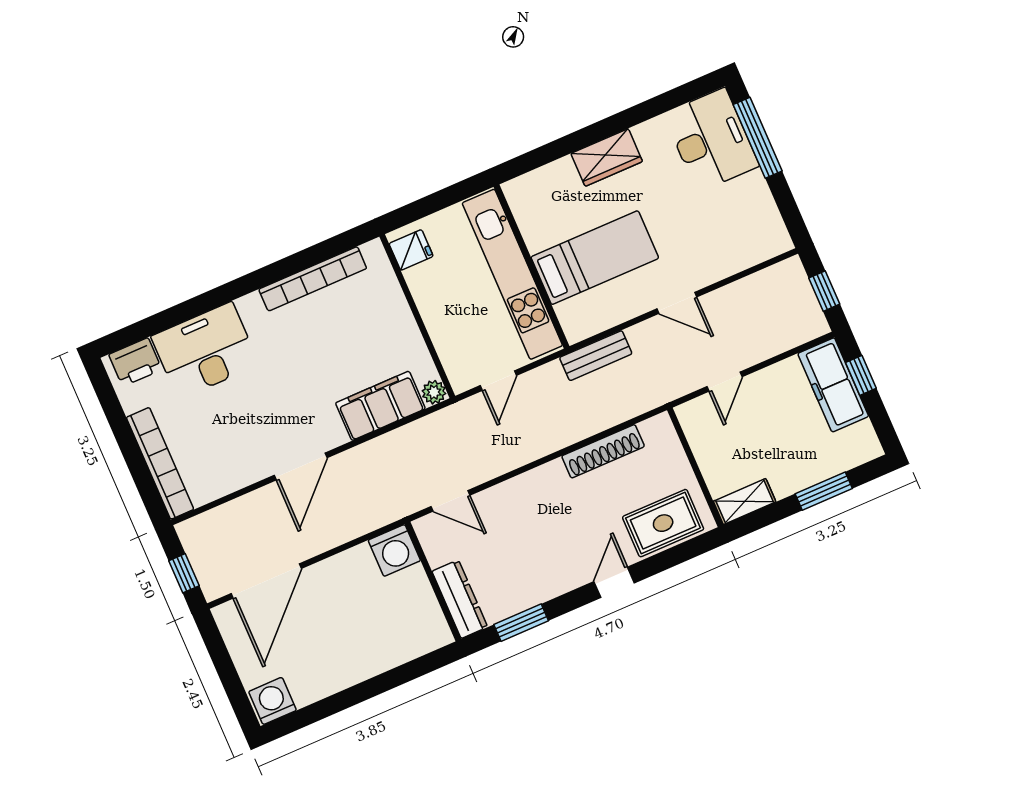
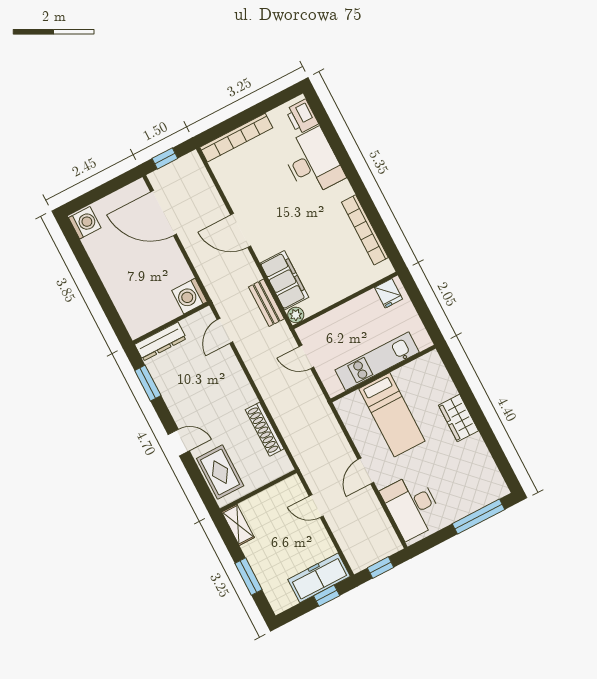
desk: (711, 140) -> (412, 506), moved, turned 90
kitchen unit: (512, 274) -> (377, 361), width x0.73
bench: (596, 356) -> (266, 303), moved

